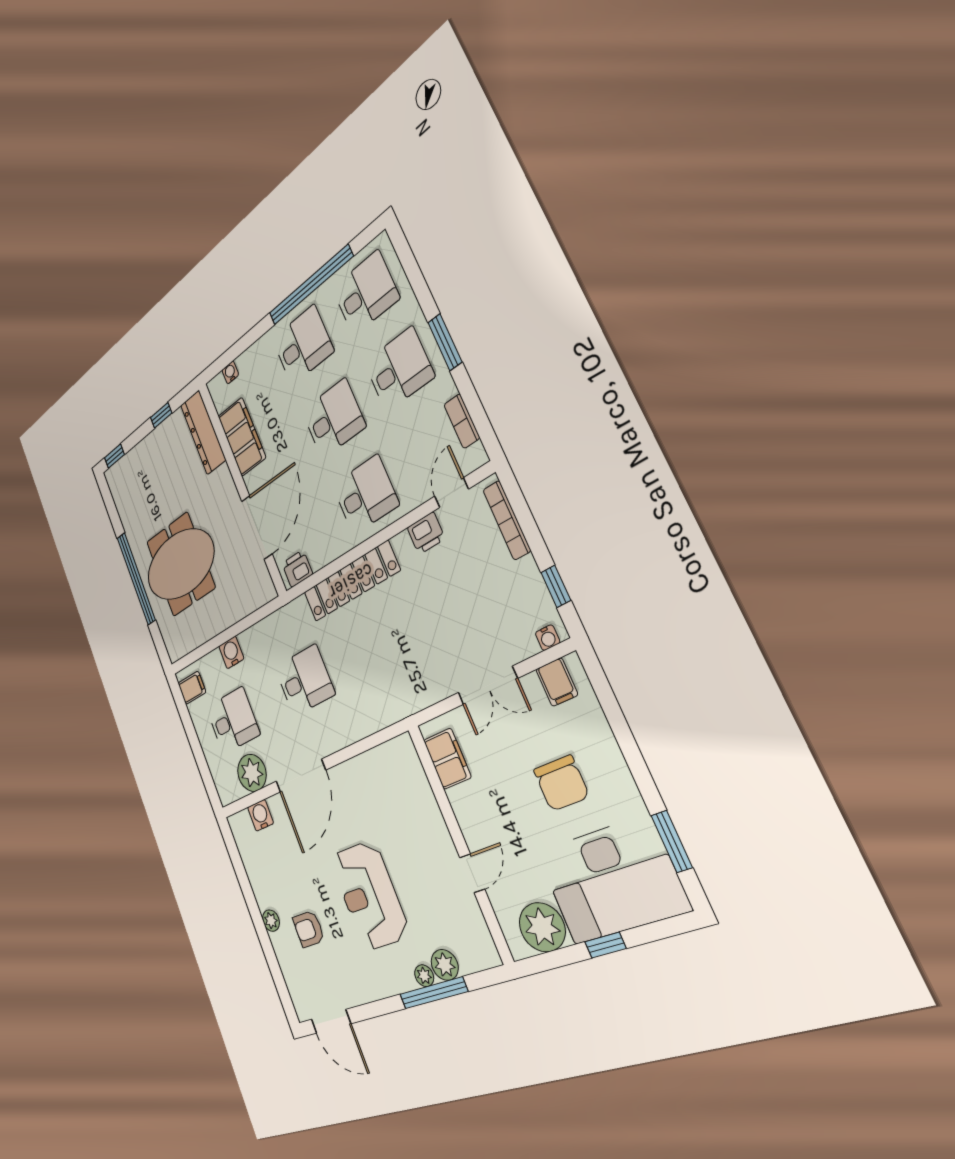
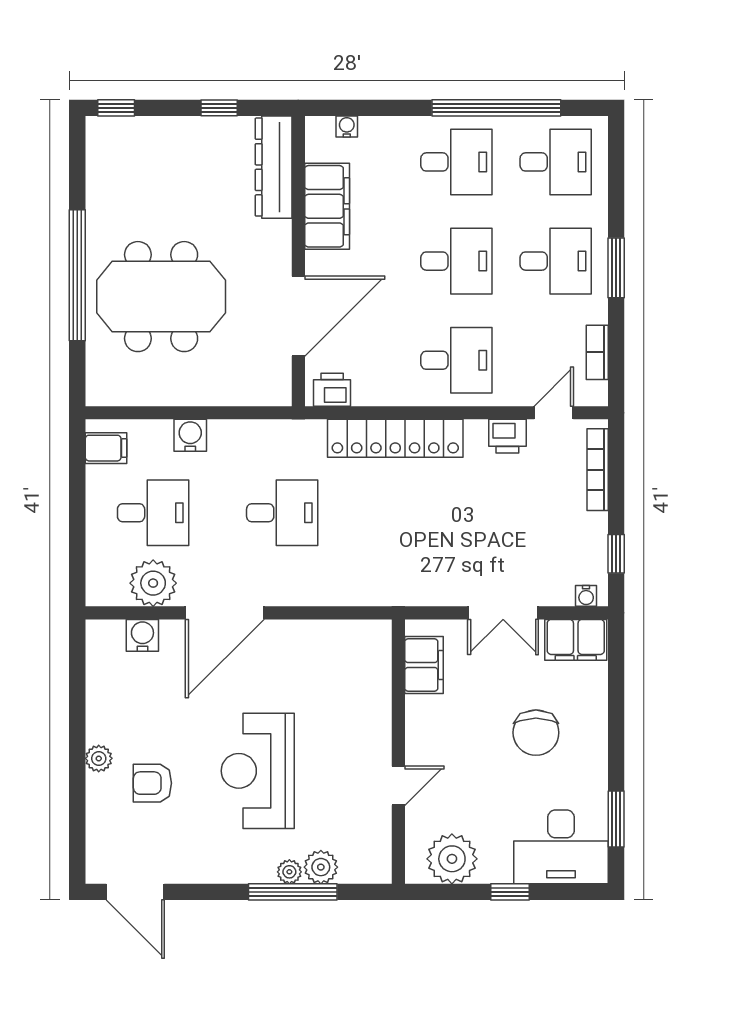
filing cabinet: (557, 682) -> (576, 640), width x2.00
desk: (612, 880) -> (561, 847), width x0.73, depth x0.77

